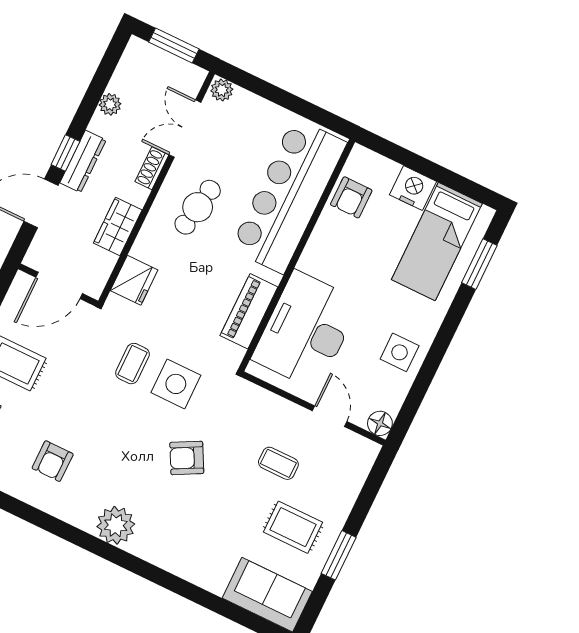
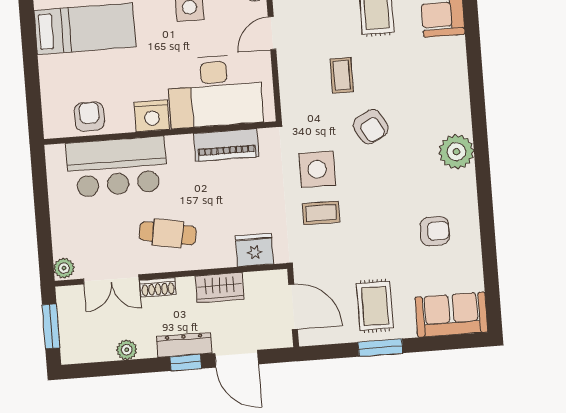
nightstand: (413, 188) -> (152, 116), moved, turned -90
bar counter: (289, 196) -> (117, 167), width x0.73
armchair: (351, 197) -> (89, 117), turned -90
coffee table: (278, 463) -> (342, 75), moved

